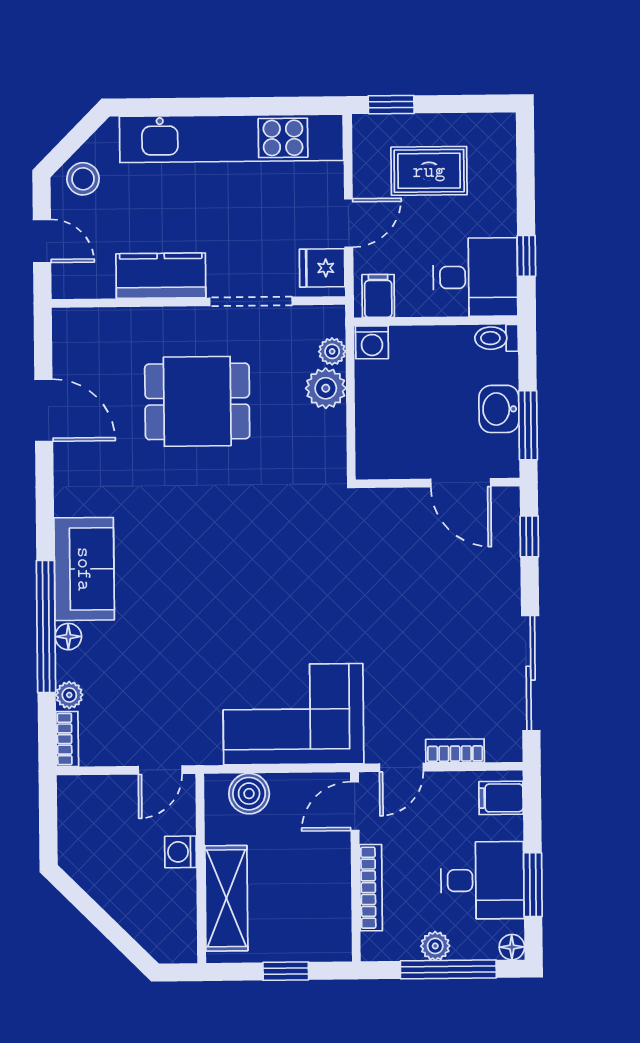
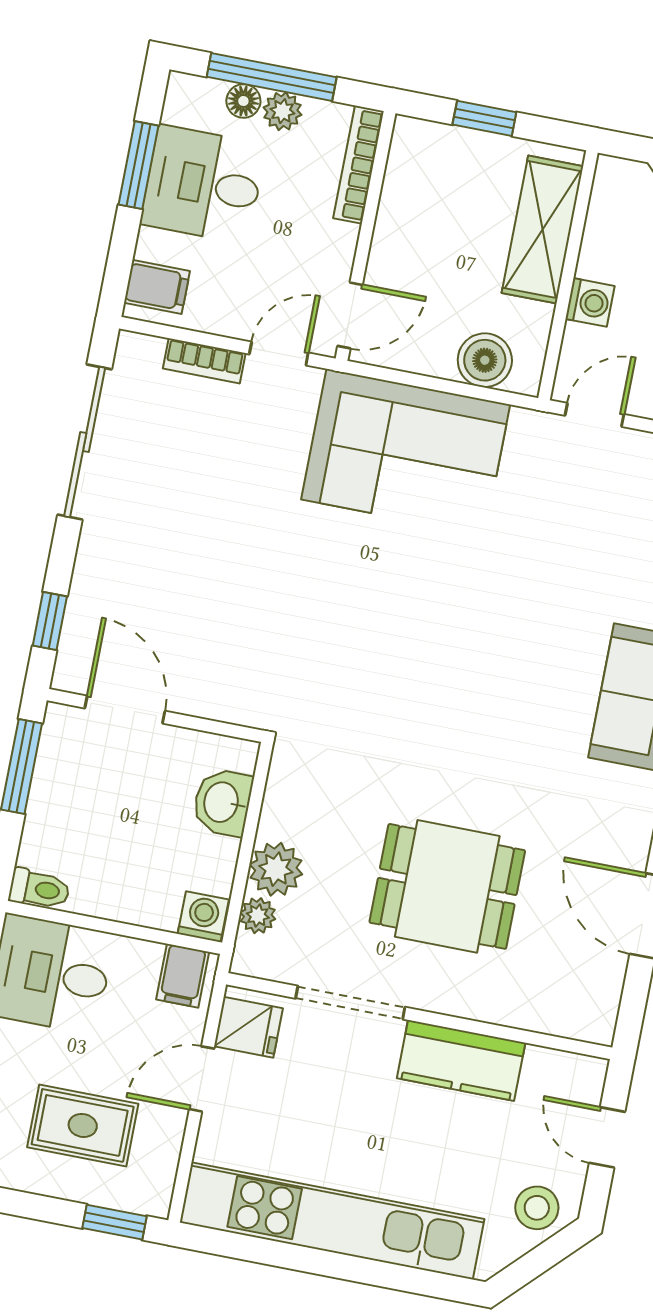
washbasin: (499, 409) -> (222, 802), moved, turned 180
bookcase: (371, 888) -> (359, 165), moved
floor lamp: (512, 947) -> (243, 101), moved

